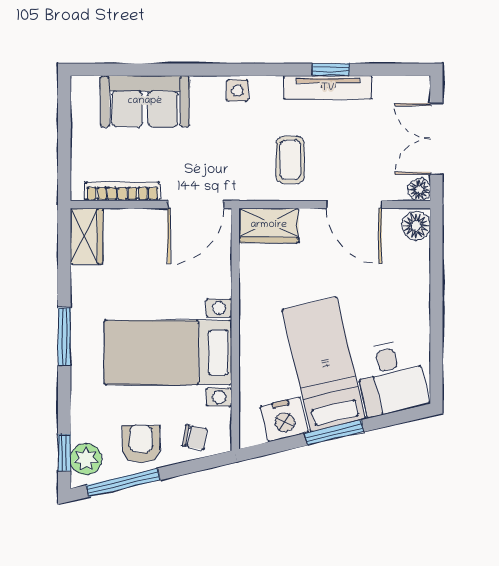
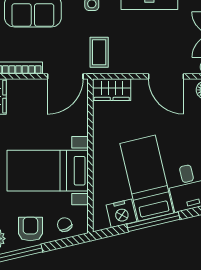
coffee table: (290, 160) -> (99, 52), moved
window: (334, 433) -> (153, 222), width x1.44
chair: (195, 437) -> (65, 225), turned -126

